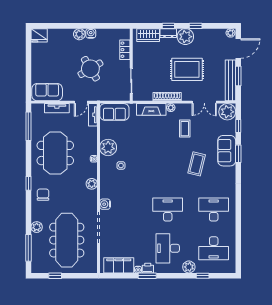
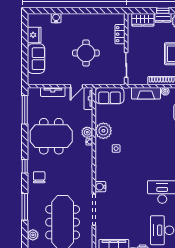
water cooler: (91, 33) -> (56, 18), moved
plant: (79, 34) -> (75, 19), removed
fridge: (39, 35) -> (34, 35), moved, turned -90
round table: (90, 69) -> (86, 53), turned 31
sofa: (47, 92) -> (36, 59), moved, turned 90
meeting table: (55, 153) -> (51, 136), turned 90
plant: (92, 184) -> (87, 132), moved
plant: (37, 227) -> (33, 235), moved
window: (28, 248) -> (25, 207), moved

